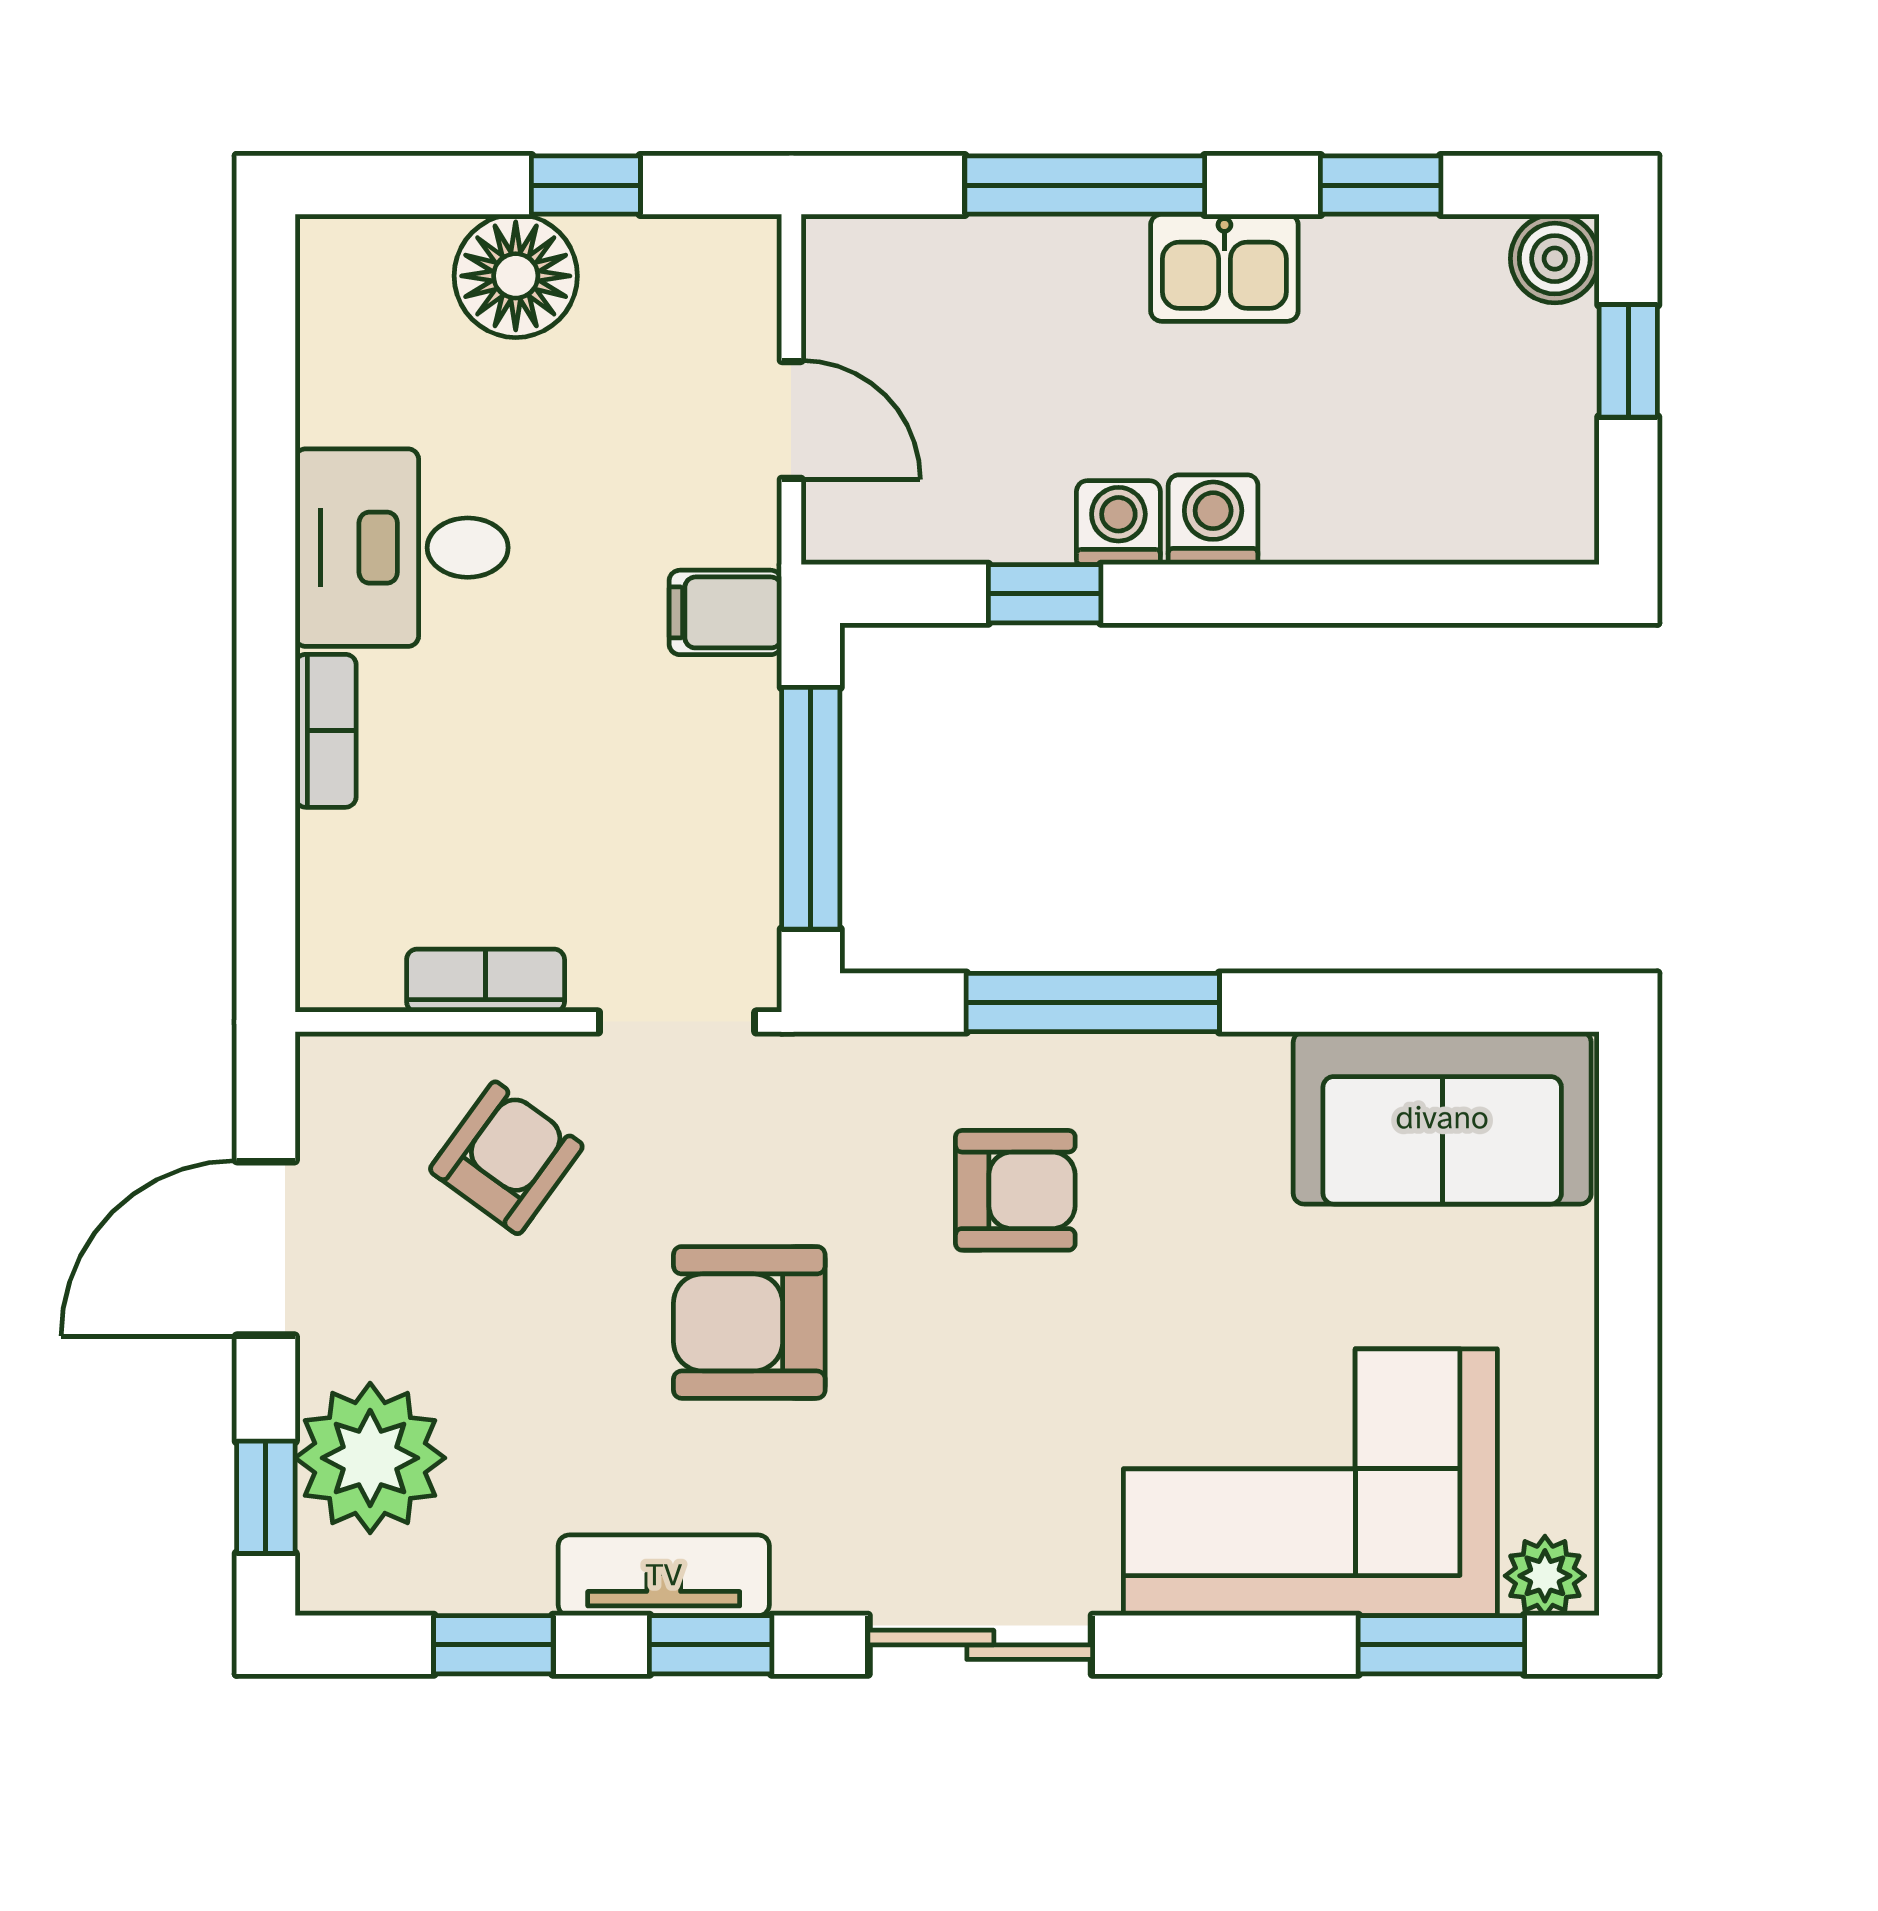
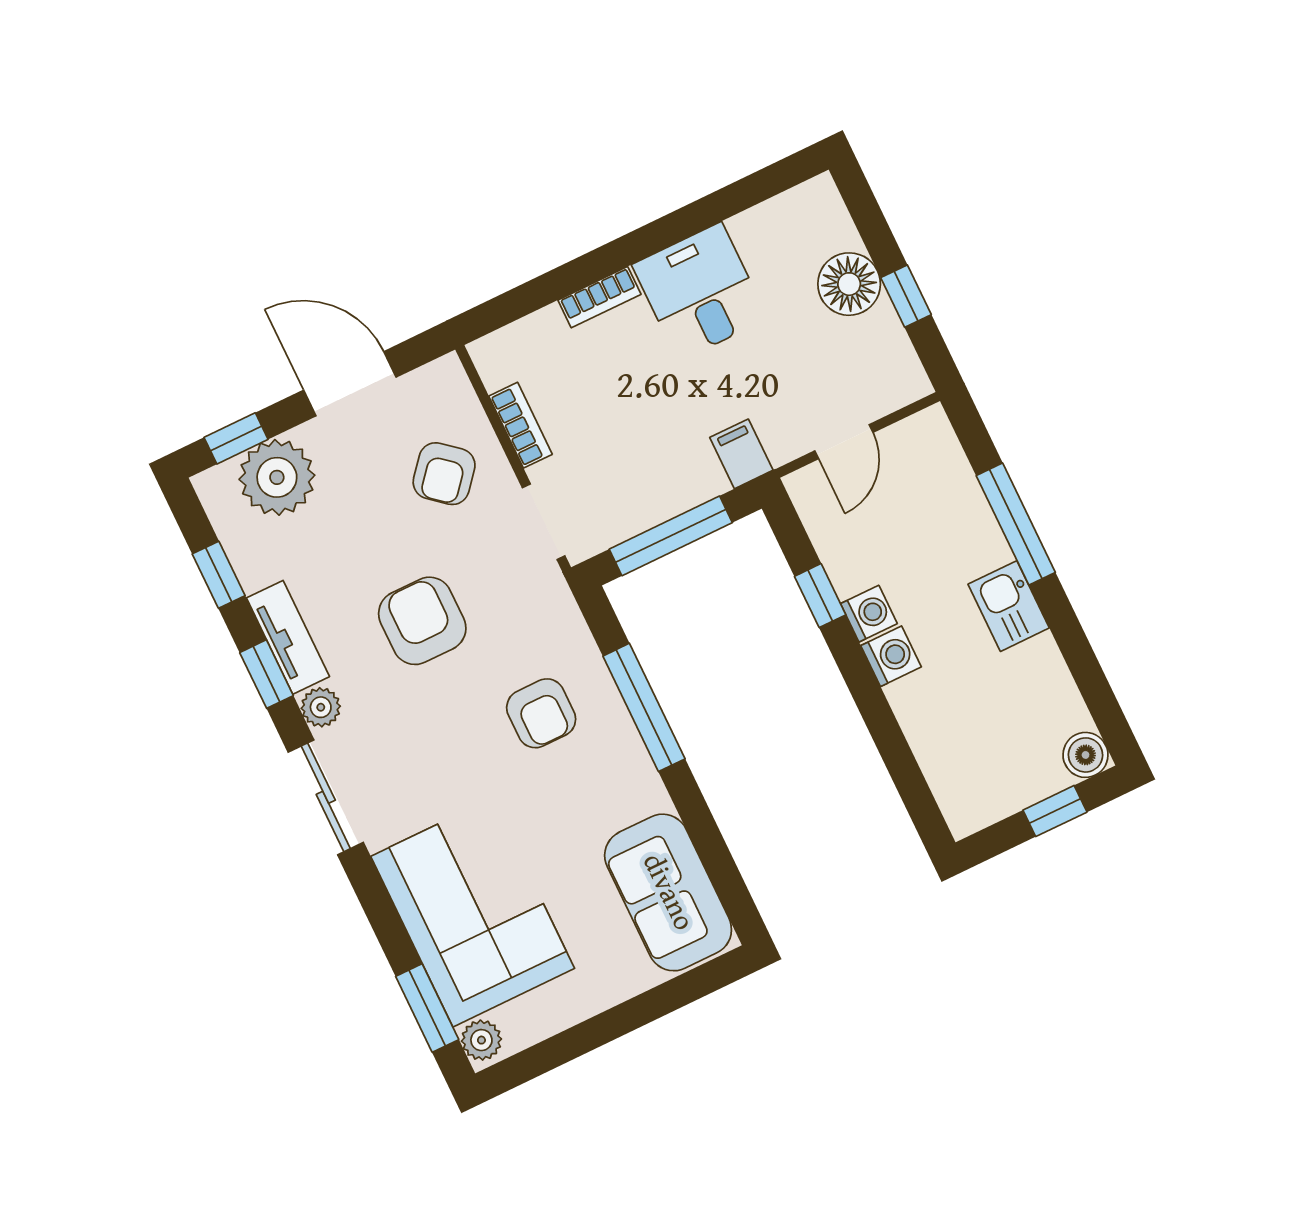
window: (1381, 185) -> (1081, 659), removed
armchair: (506, 1158) -> (444, 474), turned 94
plant: (816, 1577) -> (321, 707), added

